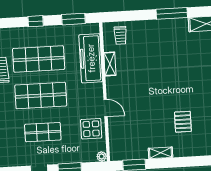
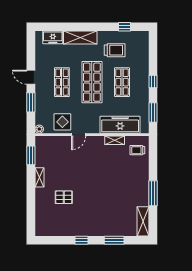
shop shelf: (39, 59) -> (122, 82), width x0.70, depth x0.74

